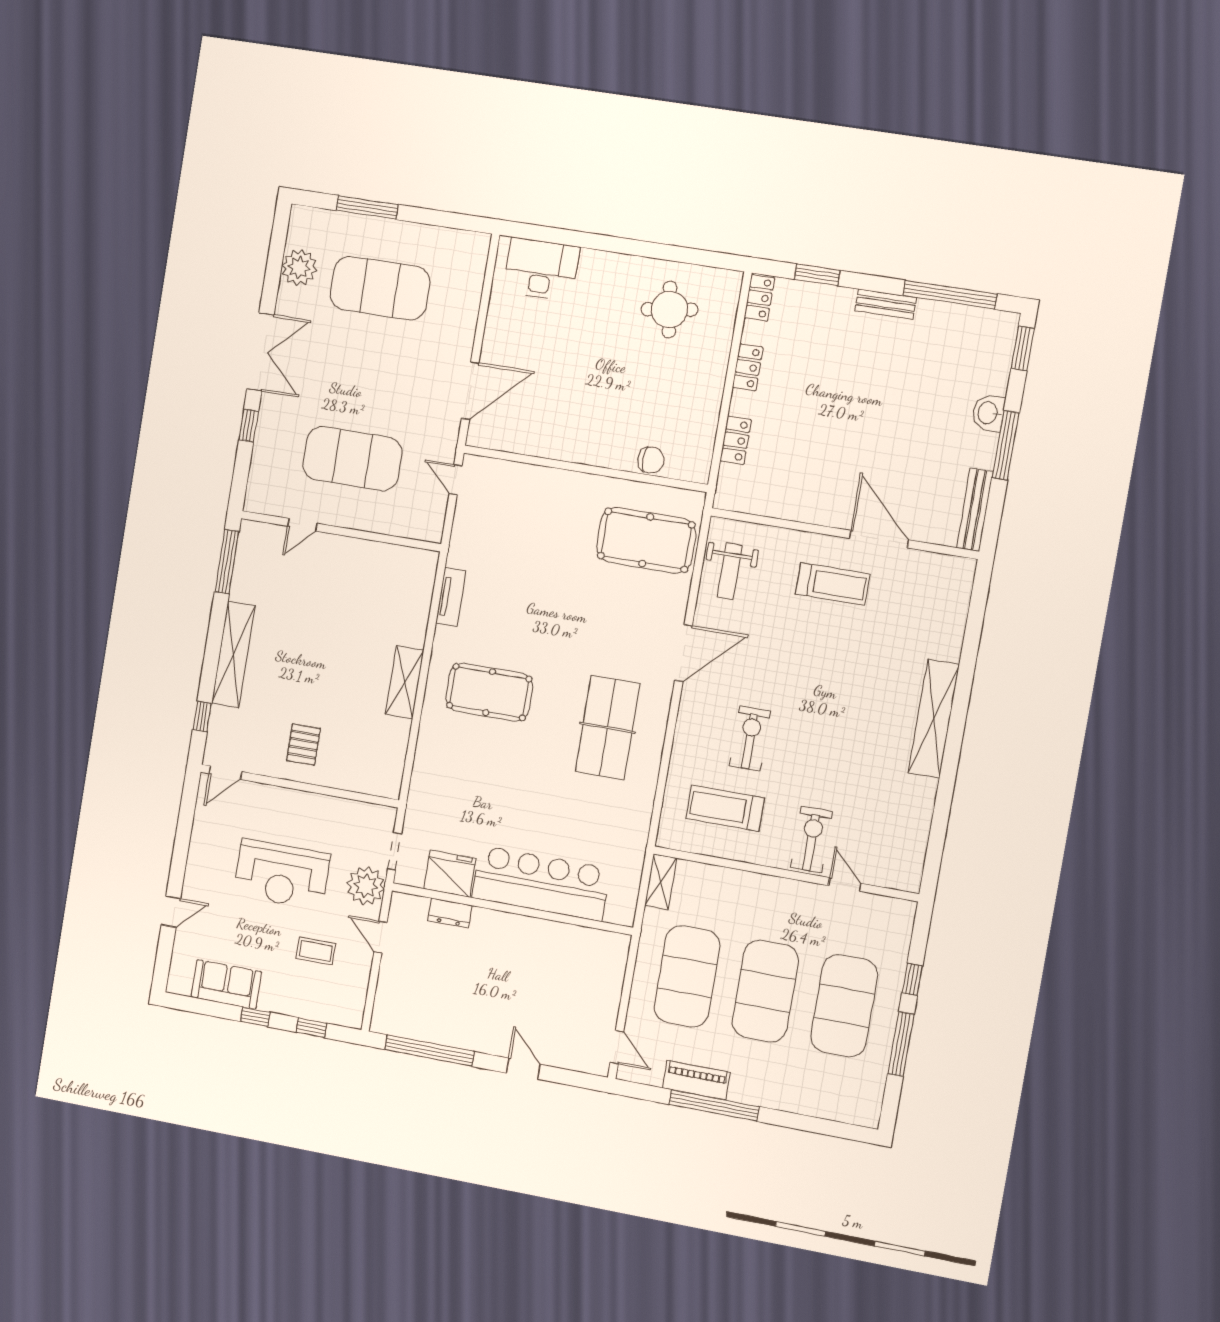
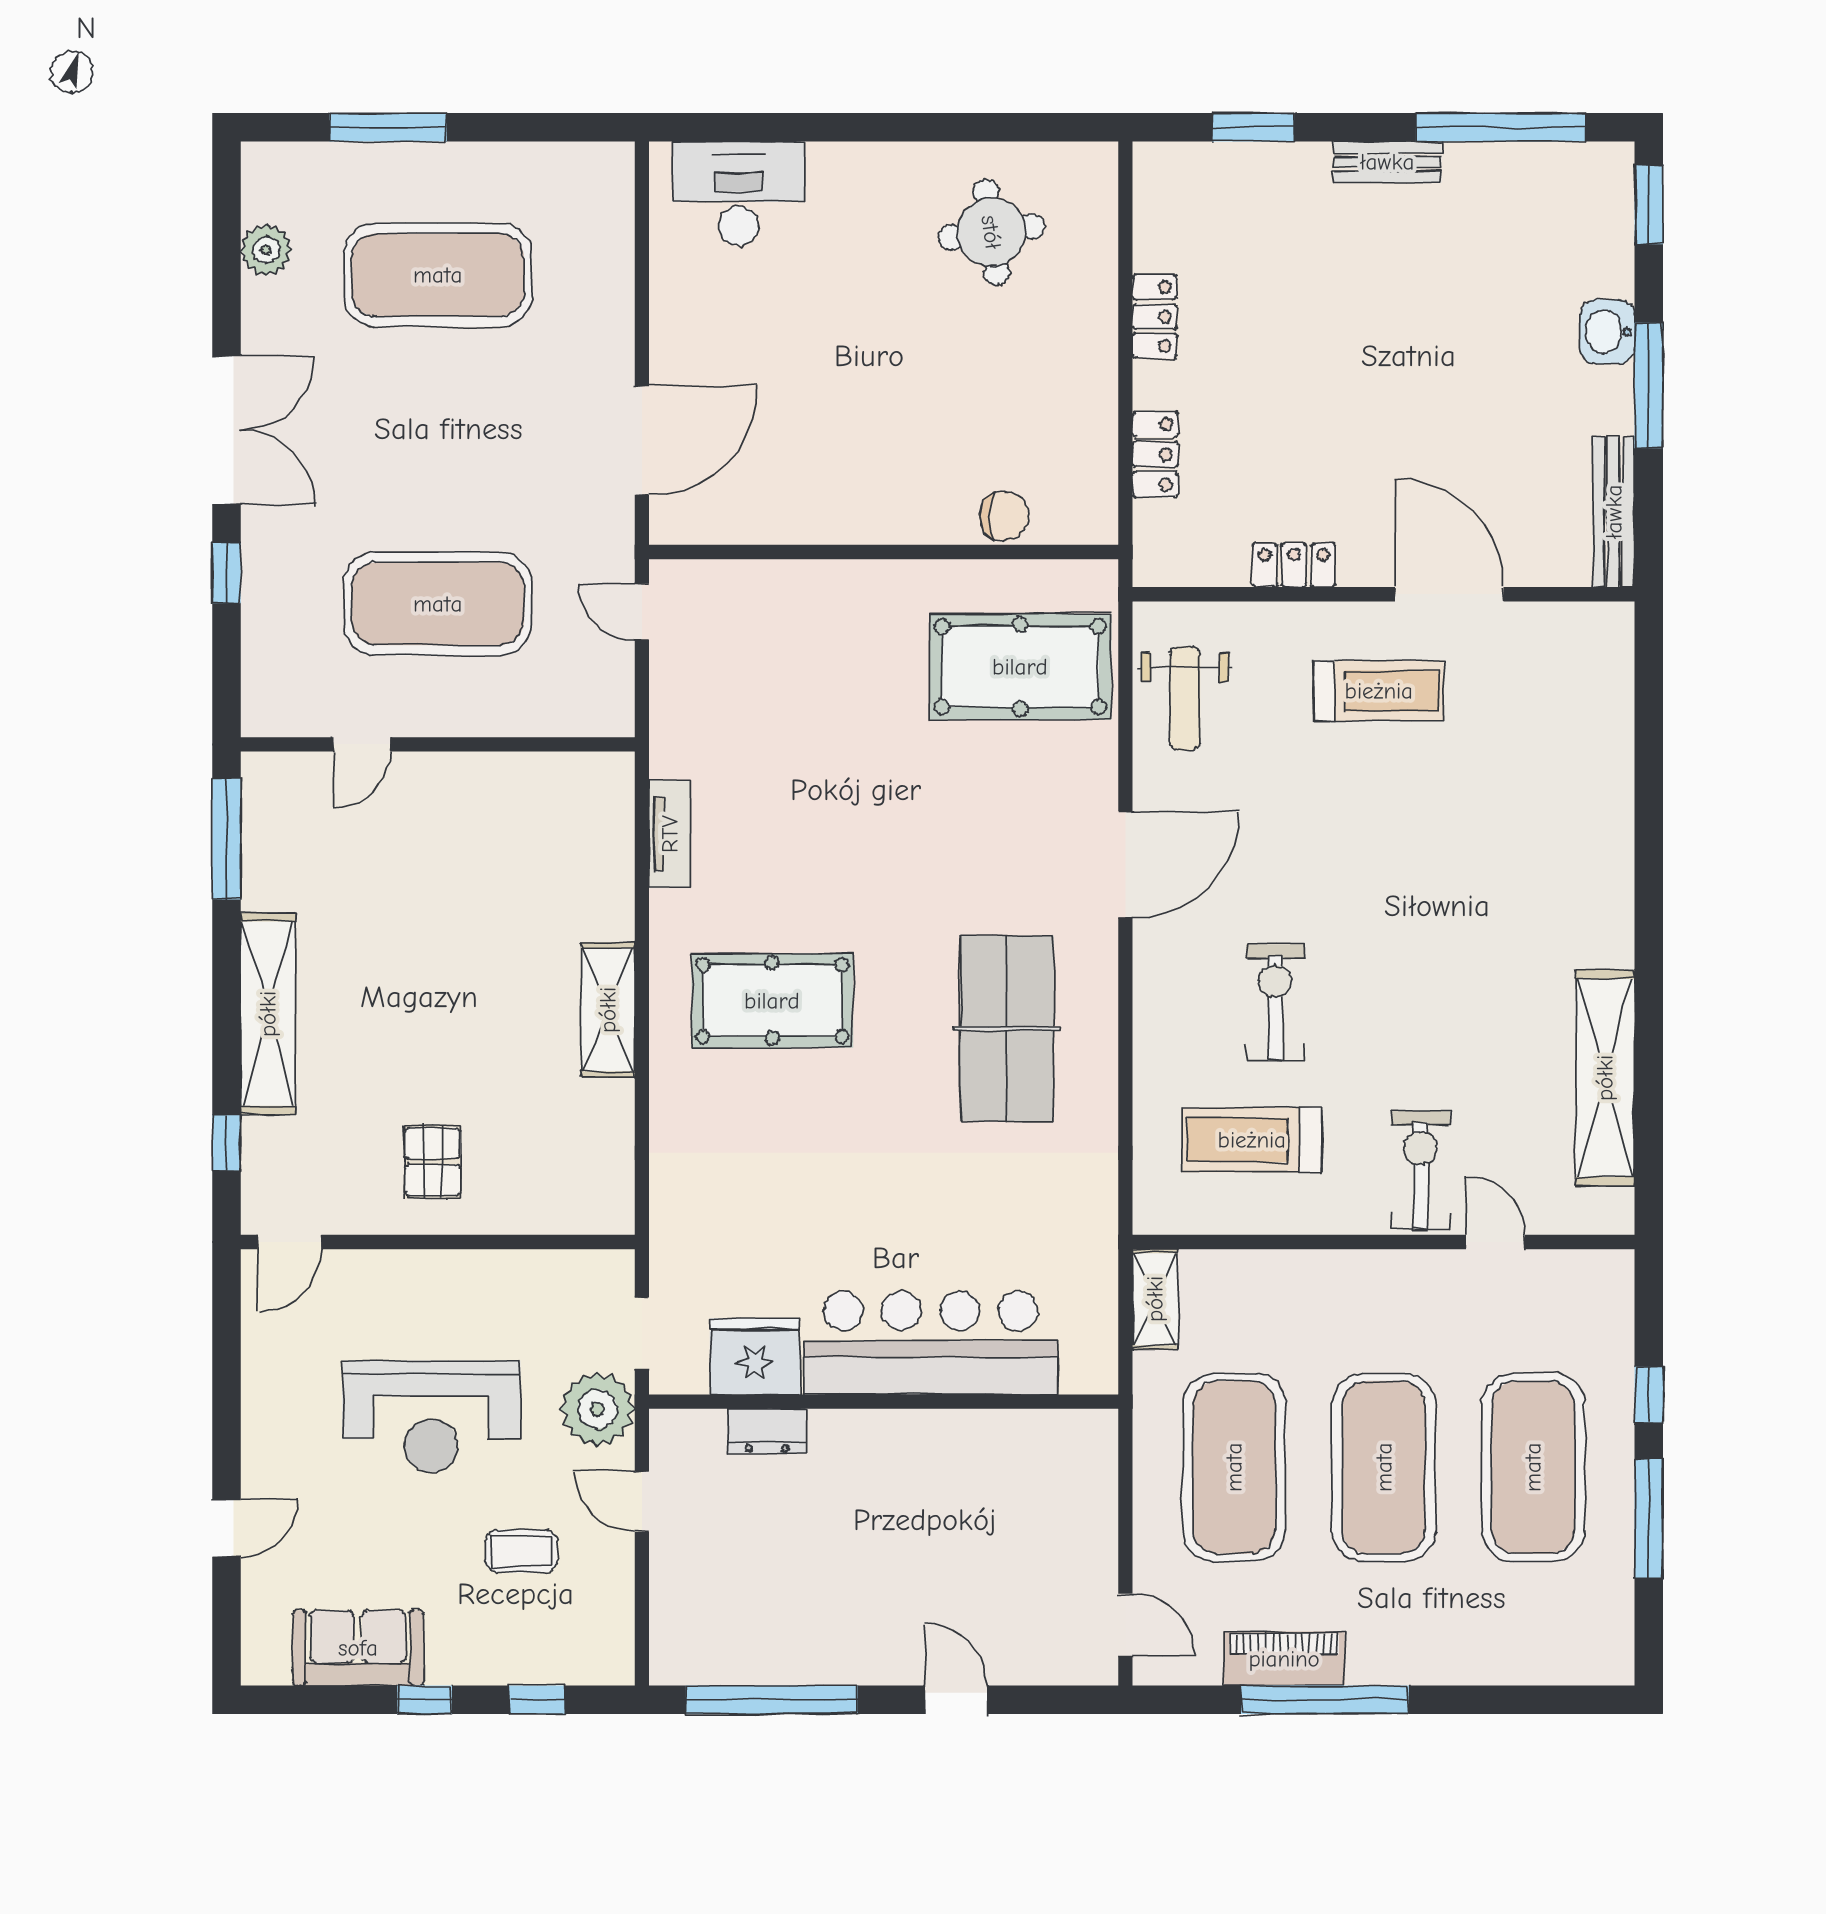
plant: (299, 268) -> (266, 250), width x0.73, depth x0.73
locker: (759, 298) -> (1294, 565), moved, turned -90
shelving: (934, 719) -> (1605, 1078), moved

